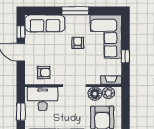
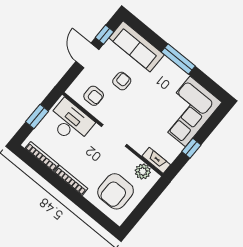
armchair: (78, 43) -> (122, 81), moved
floor lamp: (95, 94) -> (128, 161), removed

